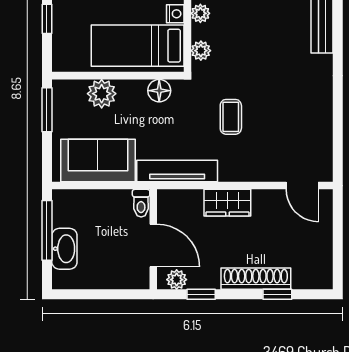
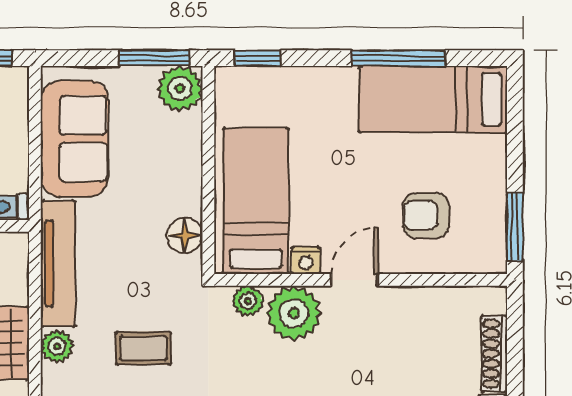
plant: (200, 13) -> (294, 313), width x1.87, depth x1.87
window: (47, 19) -> (258, 58), moved
plant: (102, 94) -> (180, 89), moved
plant: (230, 172) -> (57, 346), added

